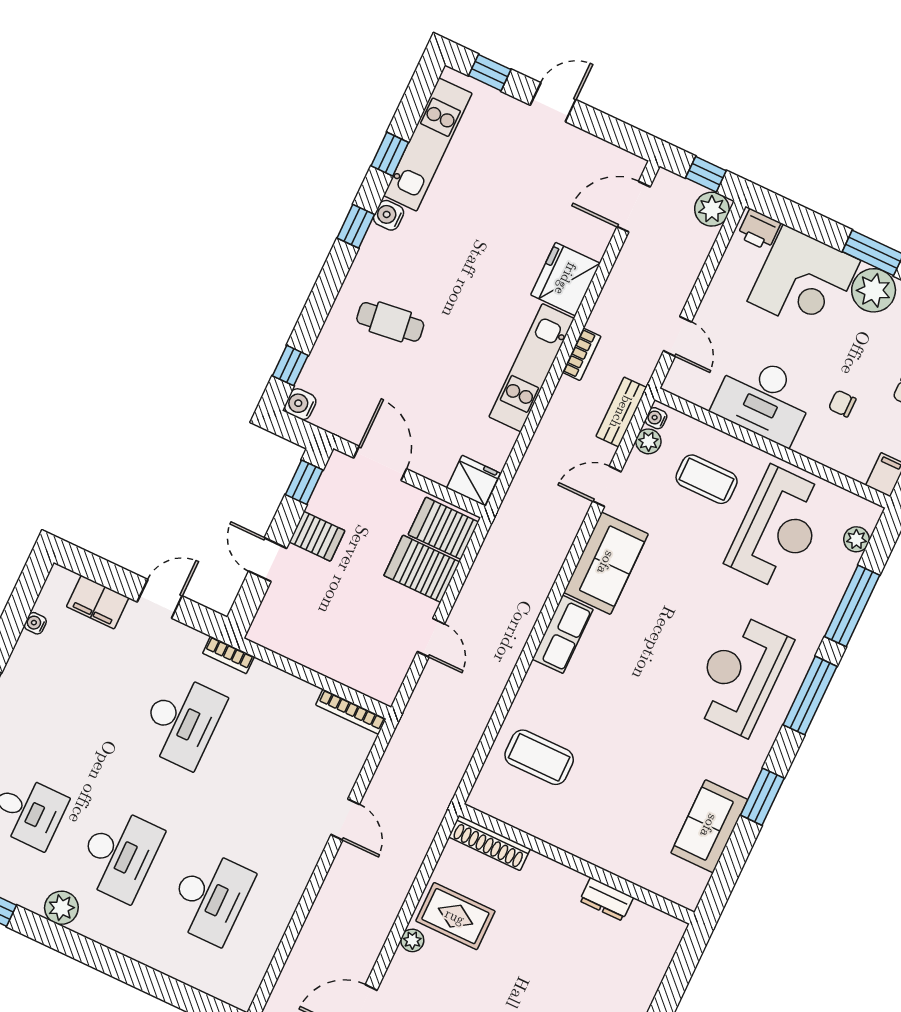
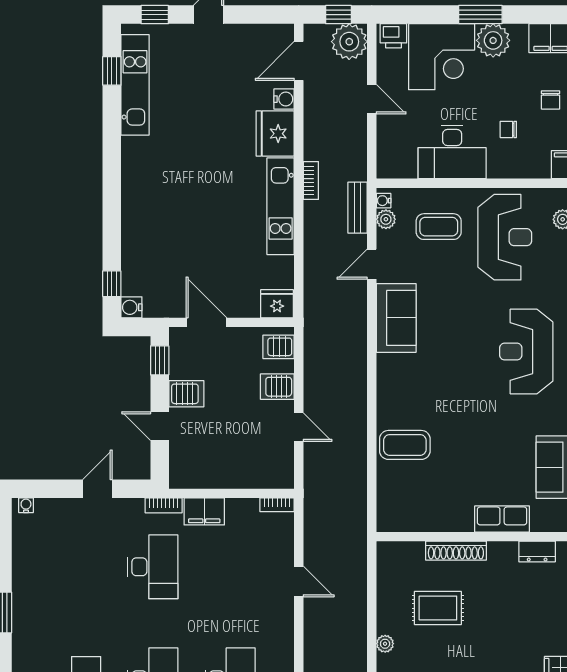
window: (390, 154) -> (112, 71), moved
plant: (712, 209) -> (349, 42), width x1.36, depth x1.36
water cooler: (389, 215) -> (284, 99), moved, turned 180
window: (356, 226) -> (112, 165), removed
cafe table: (390, 322) -> (167, 221), removed
door: (678, 336) -> (372, 99), moved
server rack: (443, 528) -> (279, 347), width x0.73, depth x0.70
server rack: (422, 569) -> (277, 387), width x0.73, depth x0.70
filing cabinet: (98, 602) -> (204, 511), moved
water cooler: (35, 623) -> (26, 505), moved, turned 90
row of seats: (563, 634) -> (502, 519), moved, turned -90
bookcase: (351, 712) -> (277, 505), width x0.64
coffee table: (539, 757) -> (405, 445), moved
shoe rack: (489, 843) -> (456, 551), moved
dresser: (606, 899) -> (537, 552), moved
rug: (455, 916) -> (438, 608), moved

